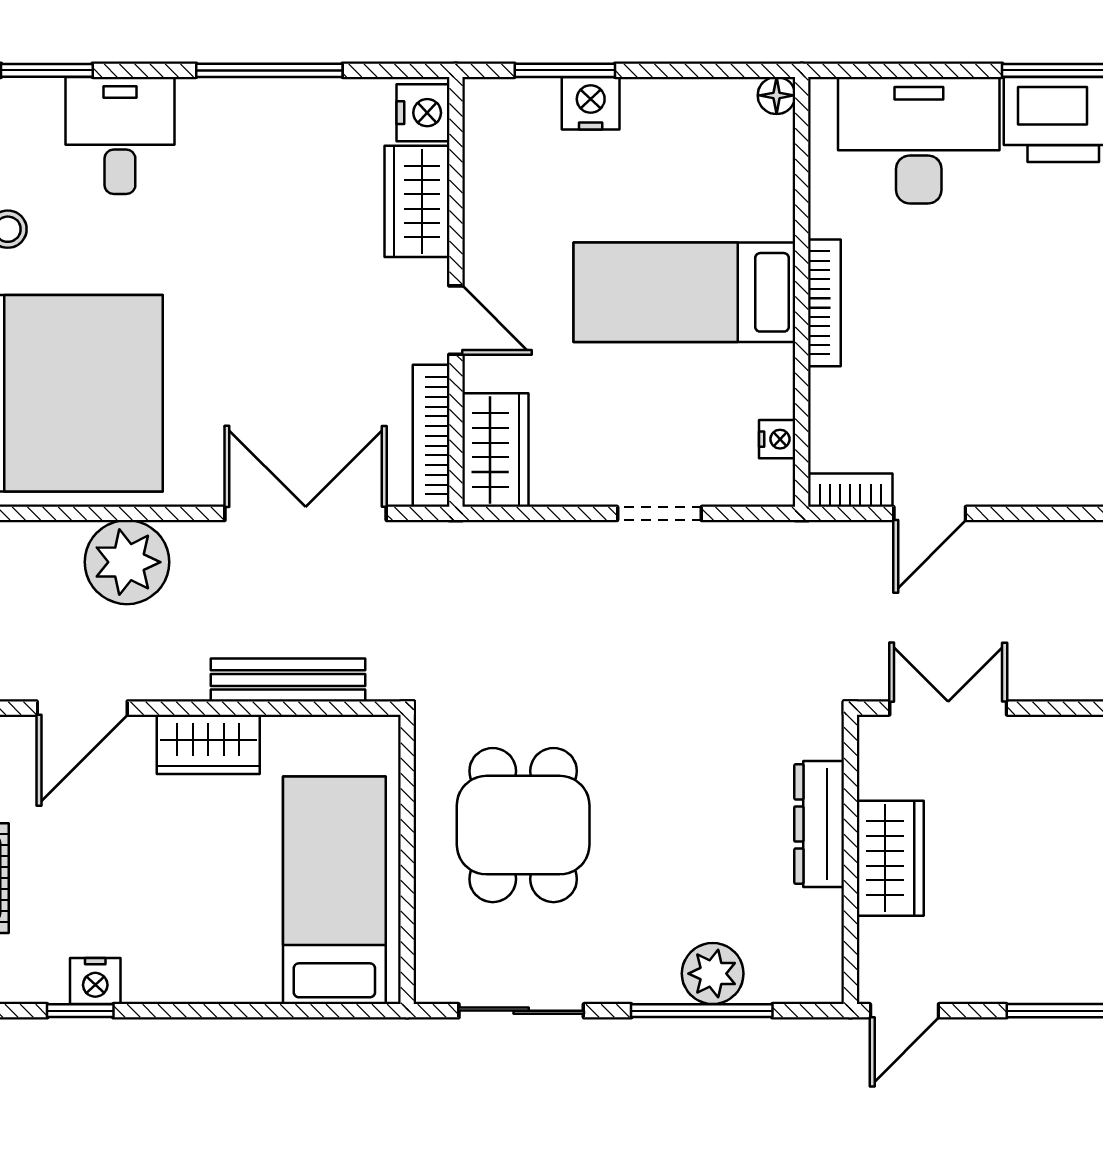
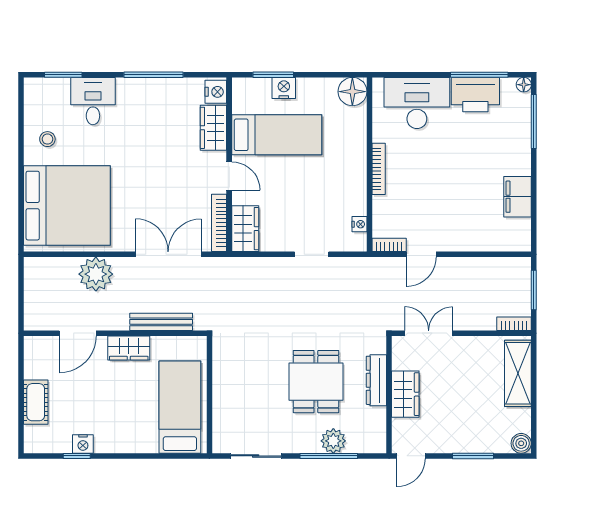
floor lamp: (777, 95) -> (352, 92), width x1.89, depth x1.89
bed: (684, 292) -> (277, 135), moved, turned 180
dining table: (523, 825) -> (316, 382), moved

